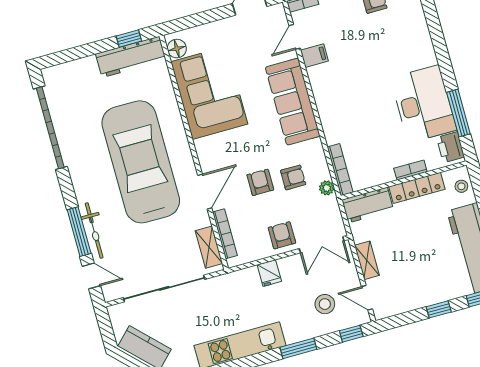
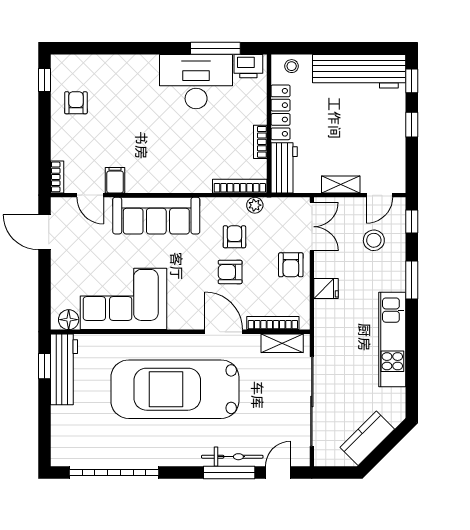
bookcase: (410, 170) -> (260, 142), moved
armchair: (282, 235) -> (291, 265), turned -90

